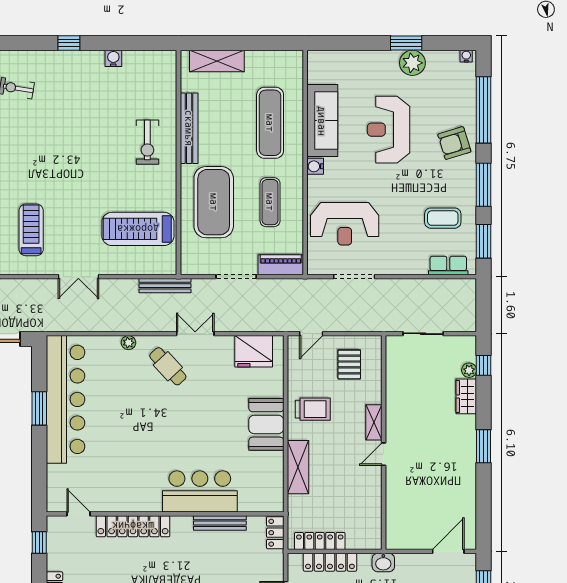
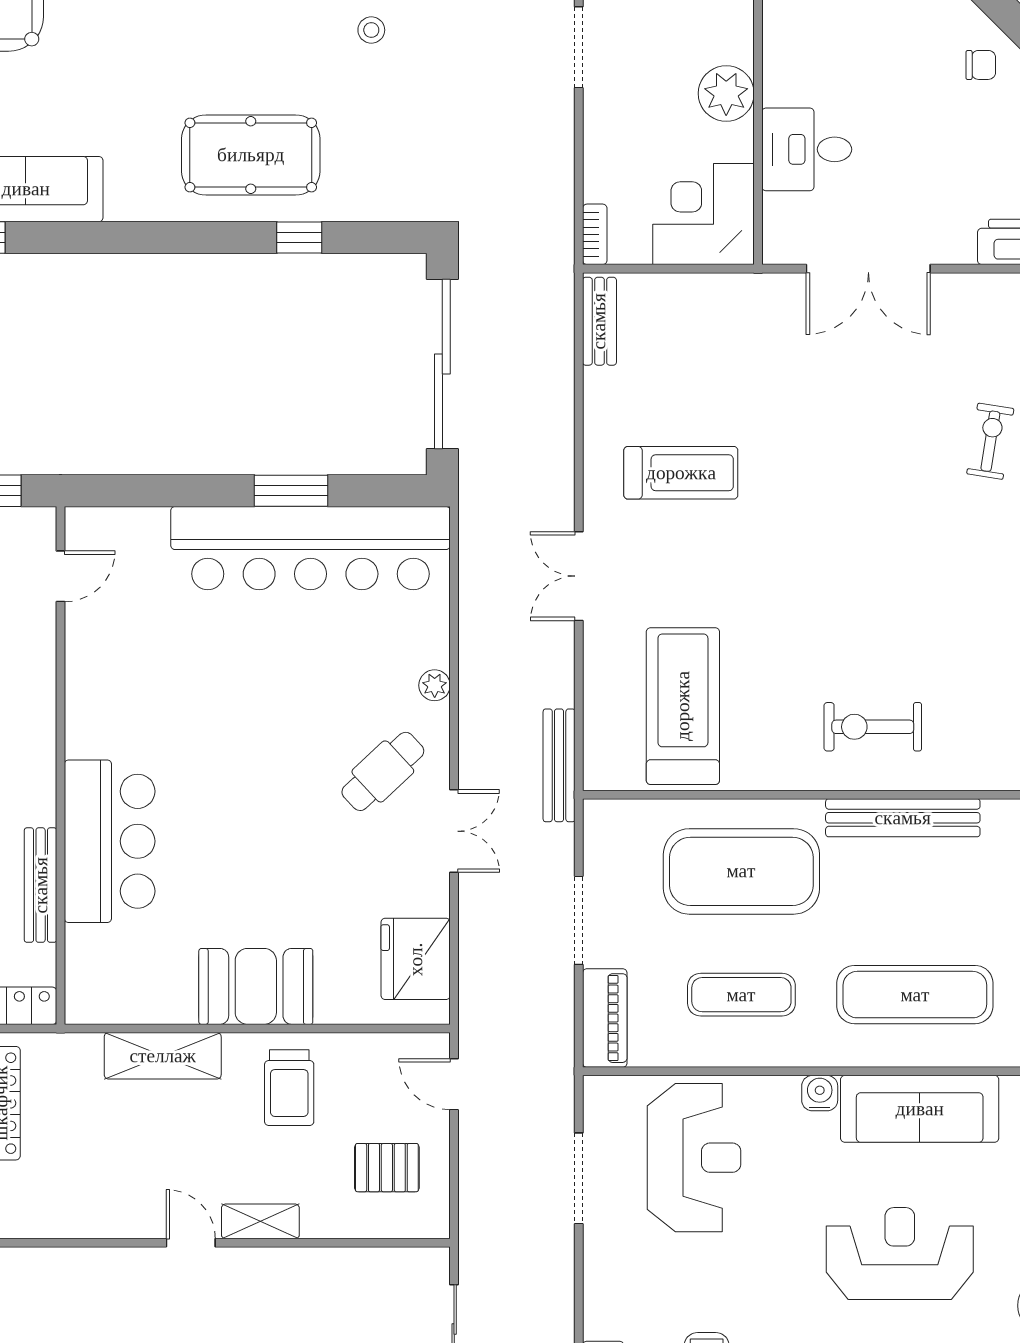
reception desk: (345, 224) -> (694, 1158), turned 180
locker: (133, 526) -> (33, 695), removed

